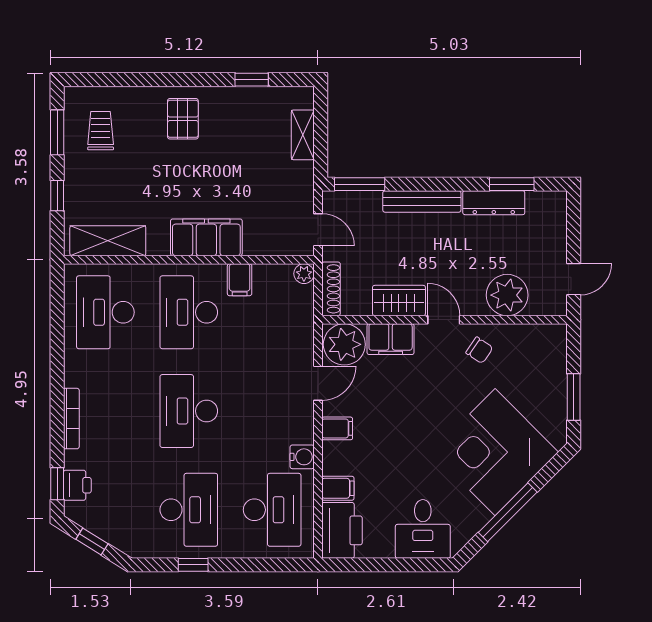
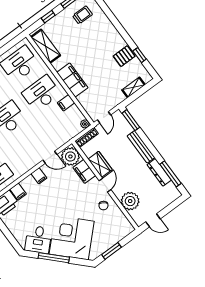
pallet: (183, 119) -> (124, 56), moved
window: (512, 184) -> (170, 174), width x1.44
water cooler: (302, 457) -> (20, 171), removed
desk: (423, 529) -> (38, 239), moved, turned -45

